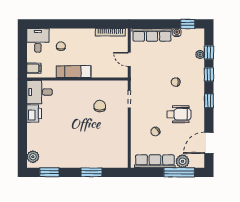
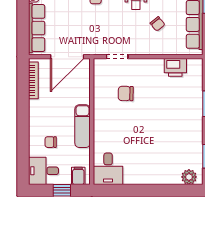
window: (22, 55) -> (62, 190), added
door: (129, 59) -> (67, 57), width x1.87
printer: (34, 113) -> (175, 67), moved, turned 180

